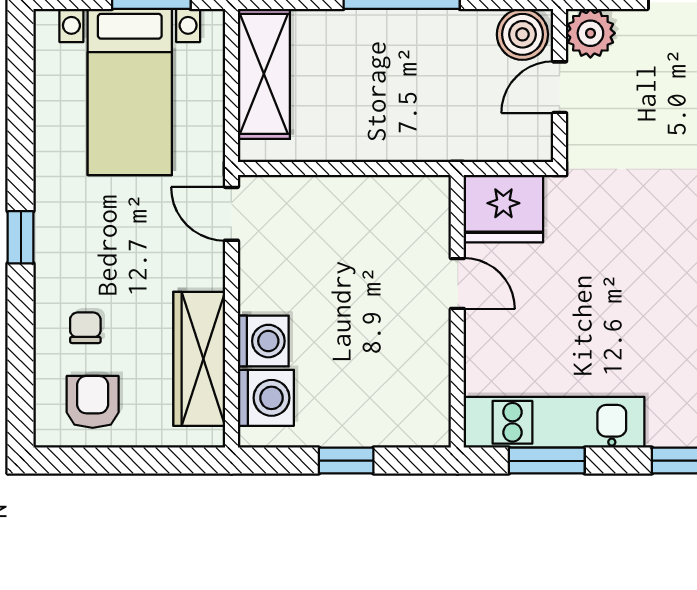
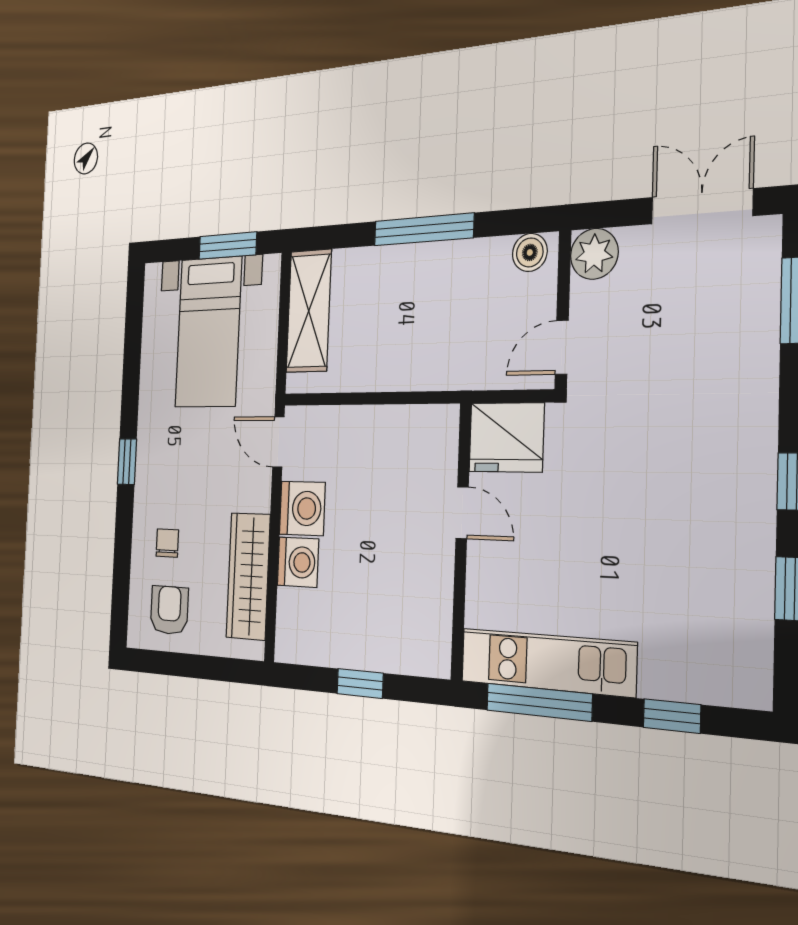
boiler: (522, 34) -> (530, 252), width x0.73, depth x0.73
door: (560, 87) -> (562, 347), moved
washing machine: (266, 398) -> (302, 508), moved
window: (547, 461) -> (539, 702), width x1.44

